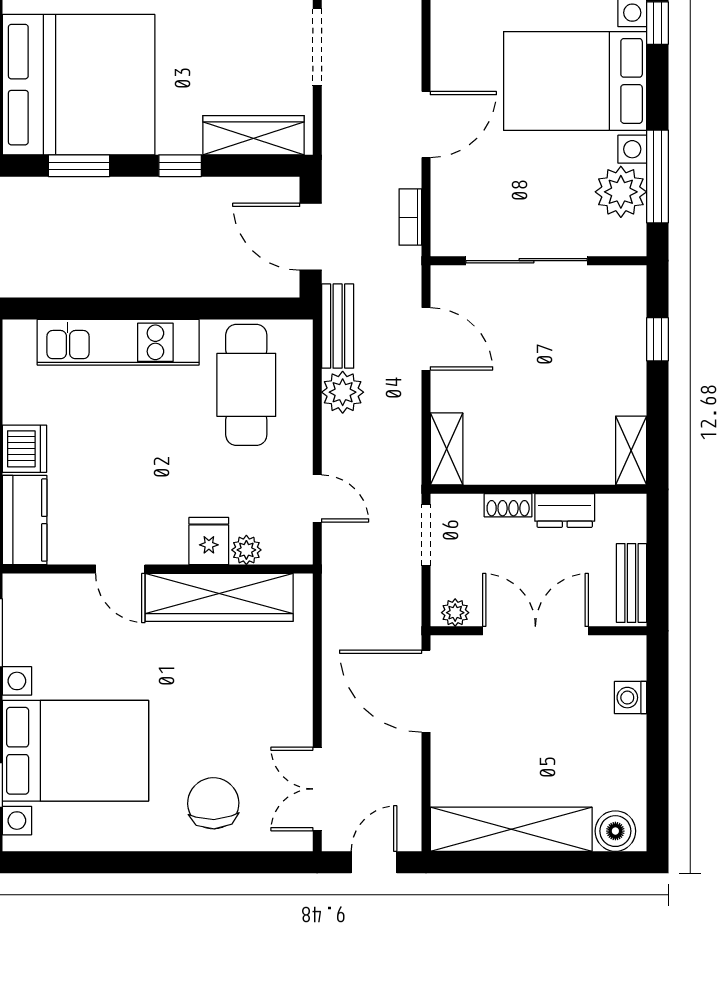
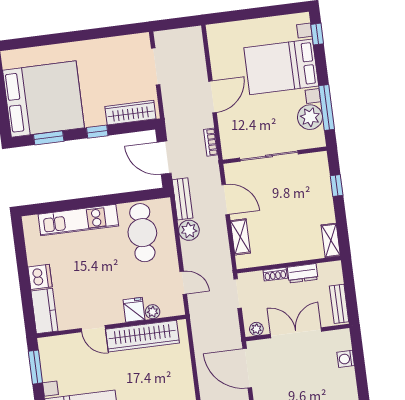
shelving: (447, 449) -> (240, 237), moved

